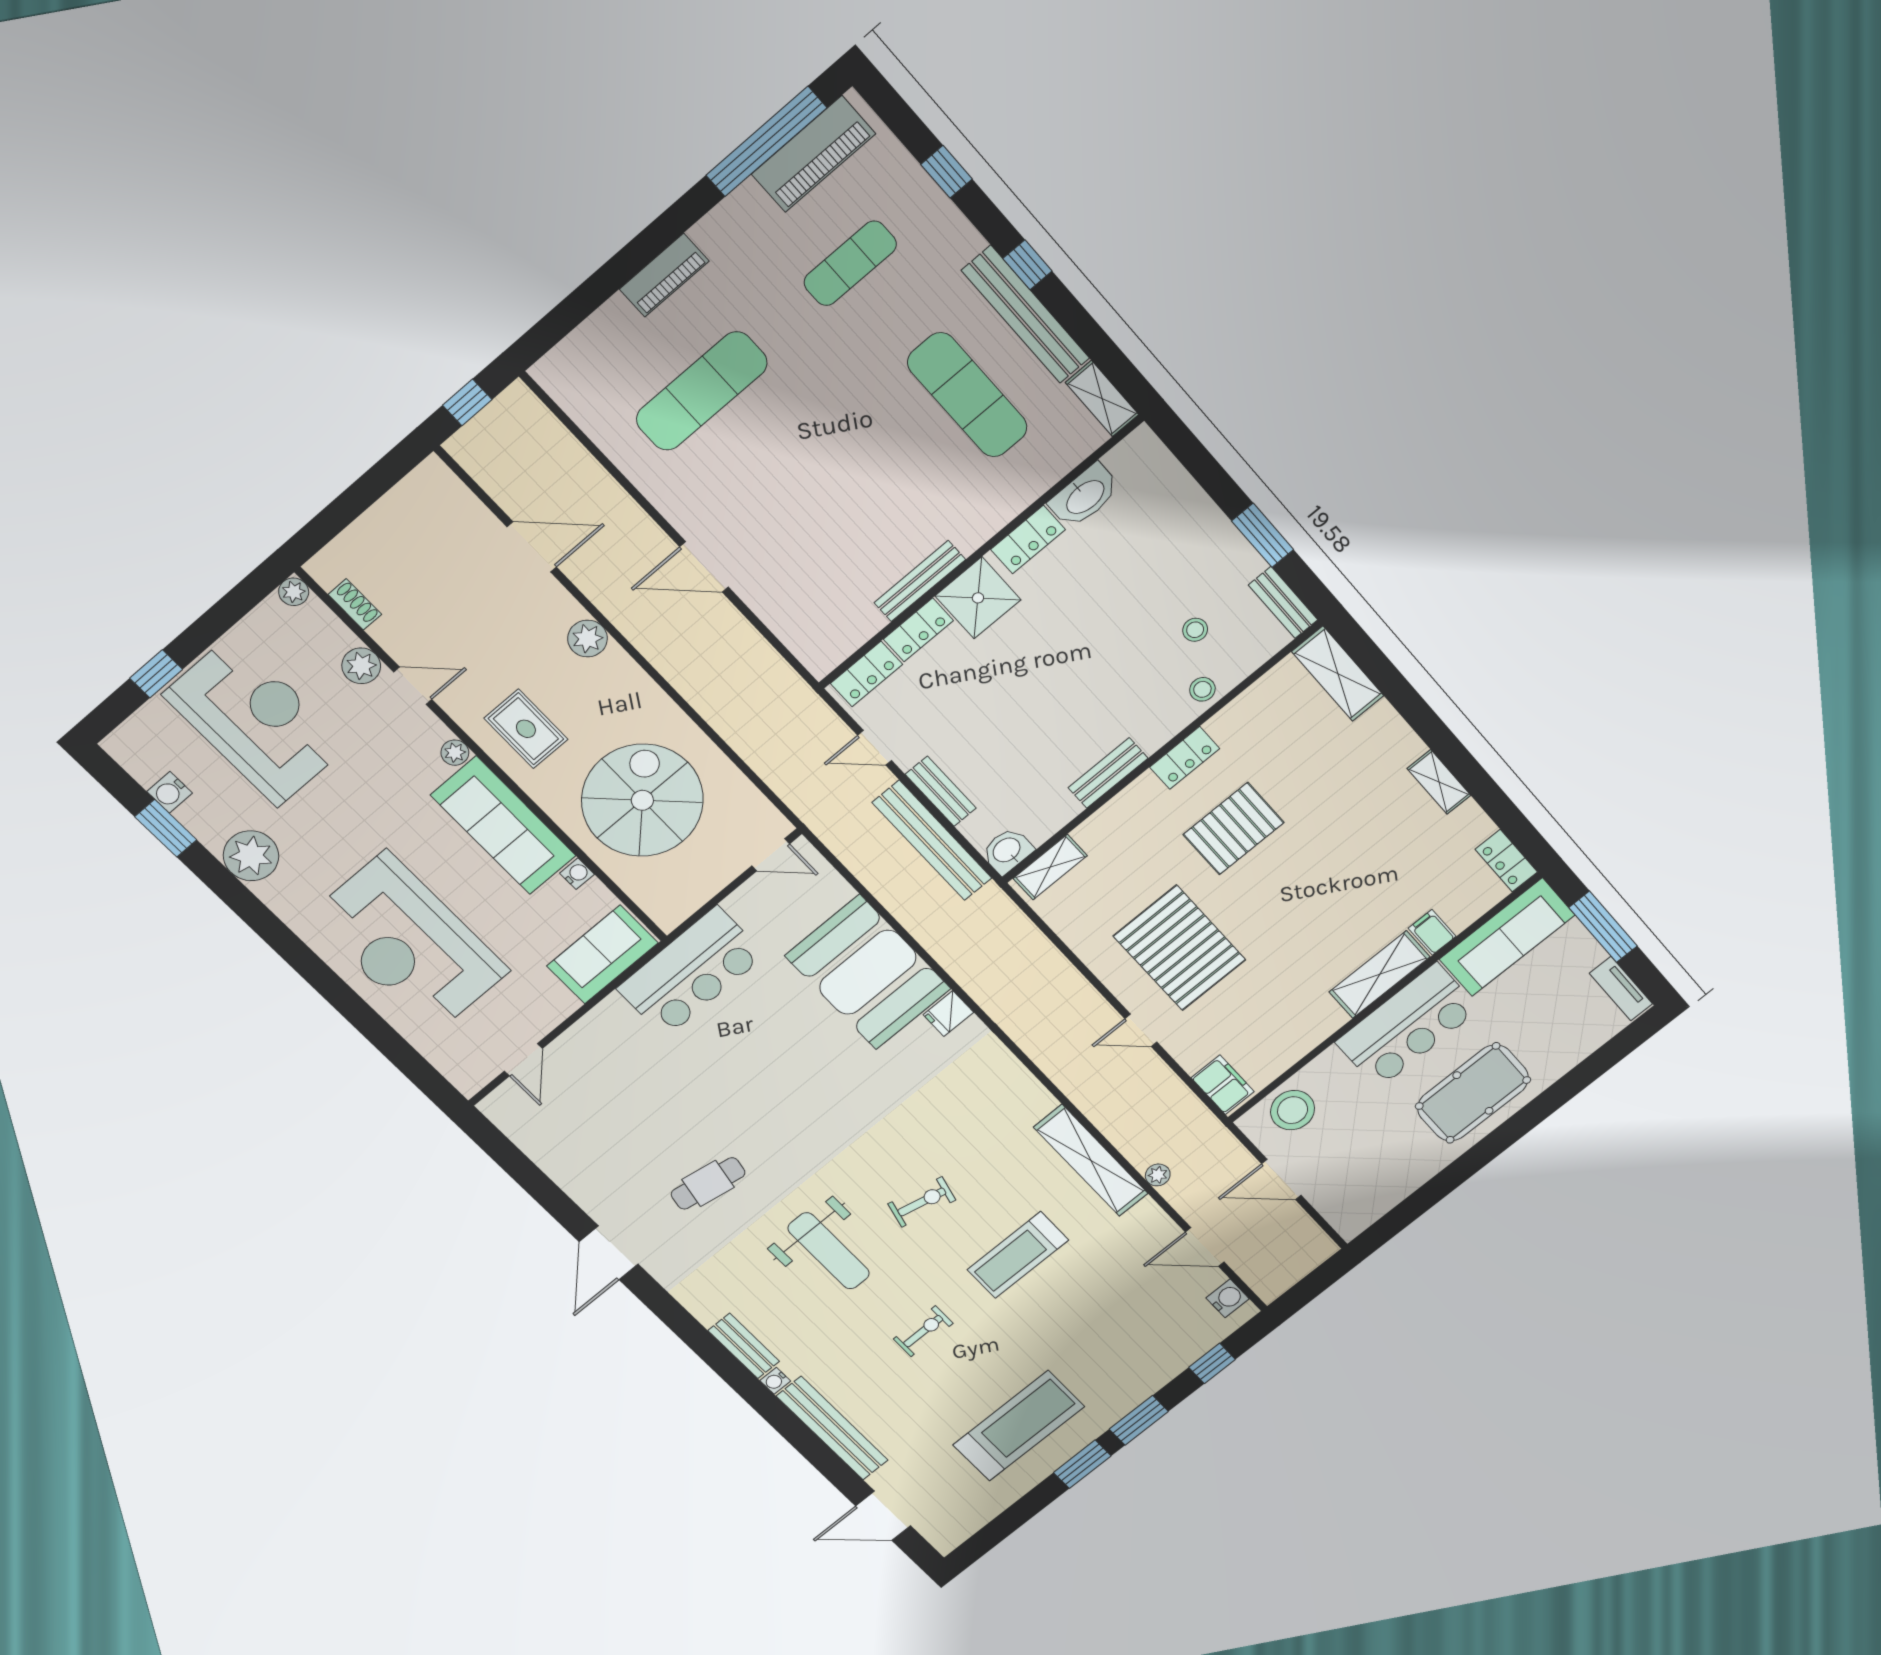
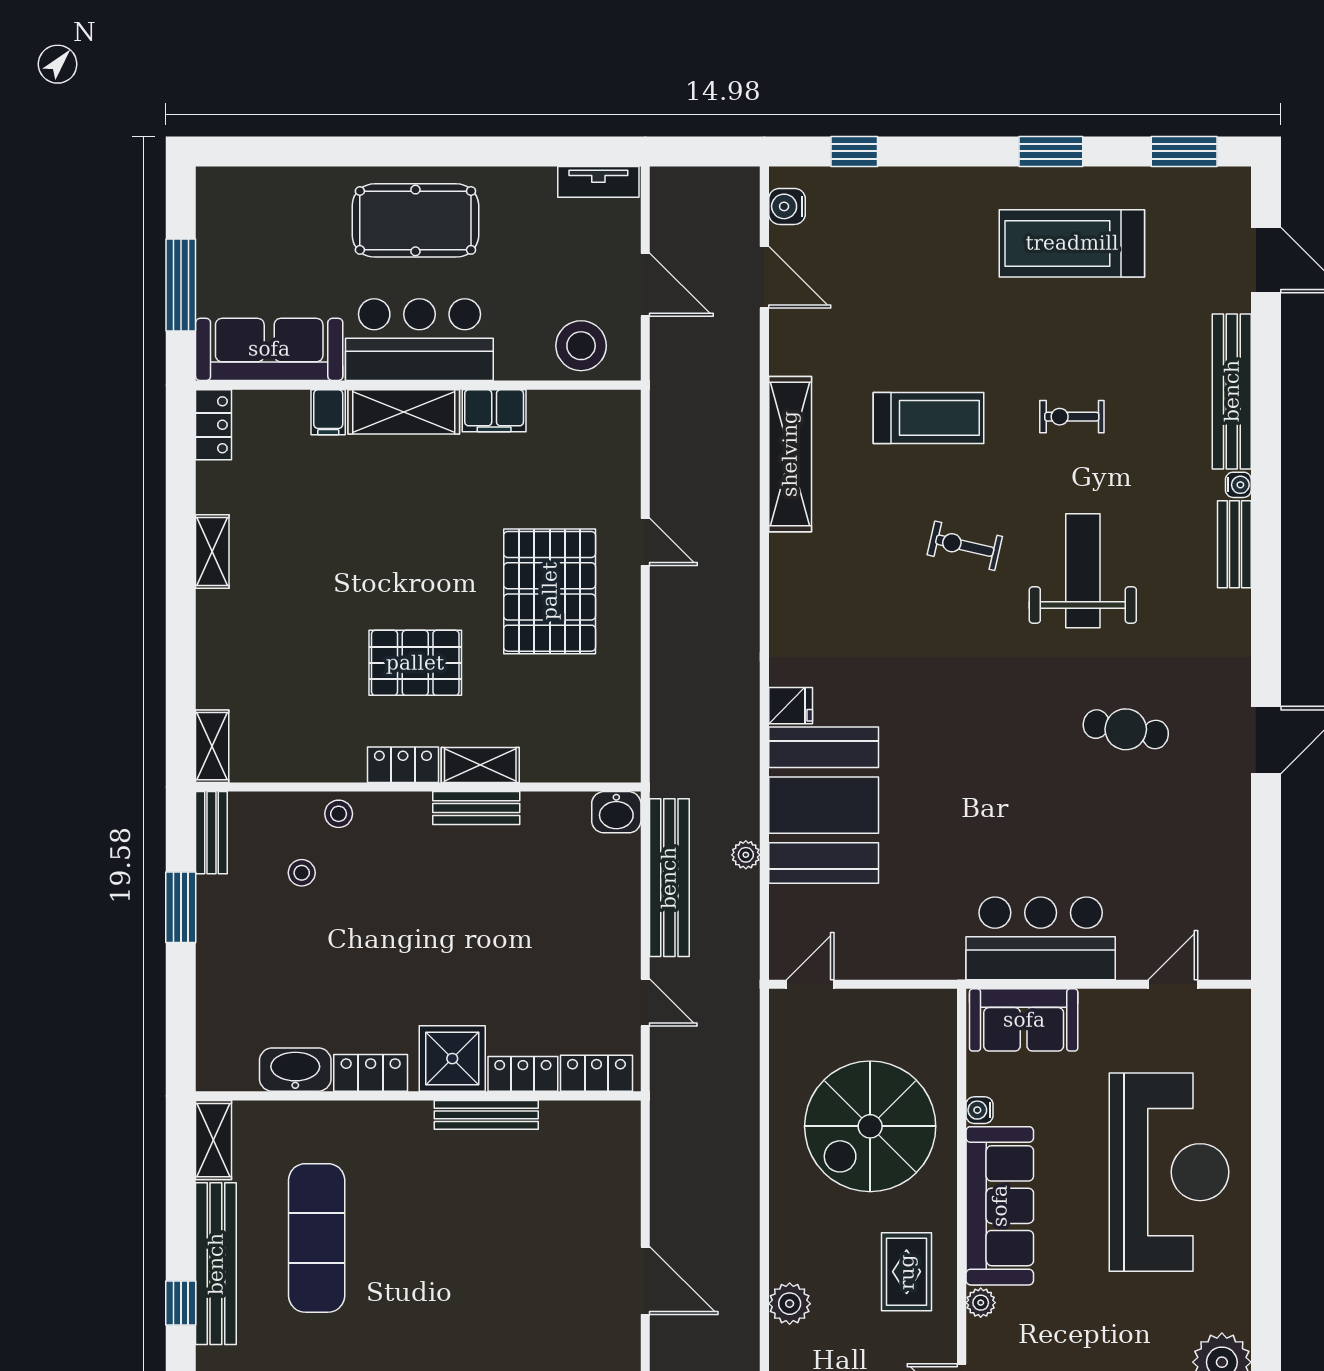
shelving: (1338, 674) -> (212, 746), width x0.67, depth x0.75
bench: (941, 791) -> (625, 915), removed
door: (771, 855) -> (810, 984), hinge flipped
shelving: (1050, 867) -> (480, 765), moved
bar counter: (691, 972) -> (1041, 938), moved
tv unit: (1621, 989) -> (598, 182), moved, turned 90
filing cabinet: (1223, 1085) -> (494, 411), moved, turned -90
plant: (1158, 1175) -> (746, 855), moved
window: (1139, 1420) -> (1184, 151), moved

